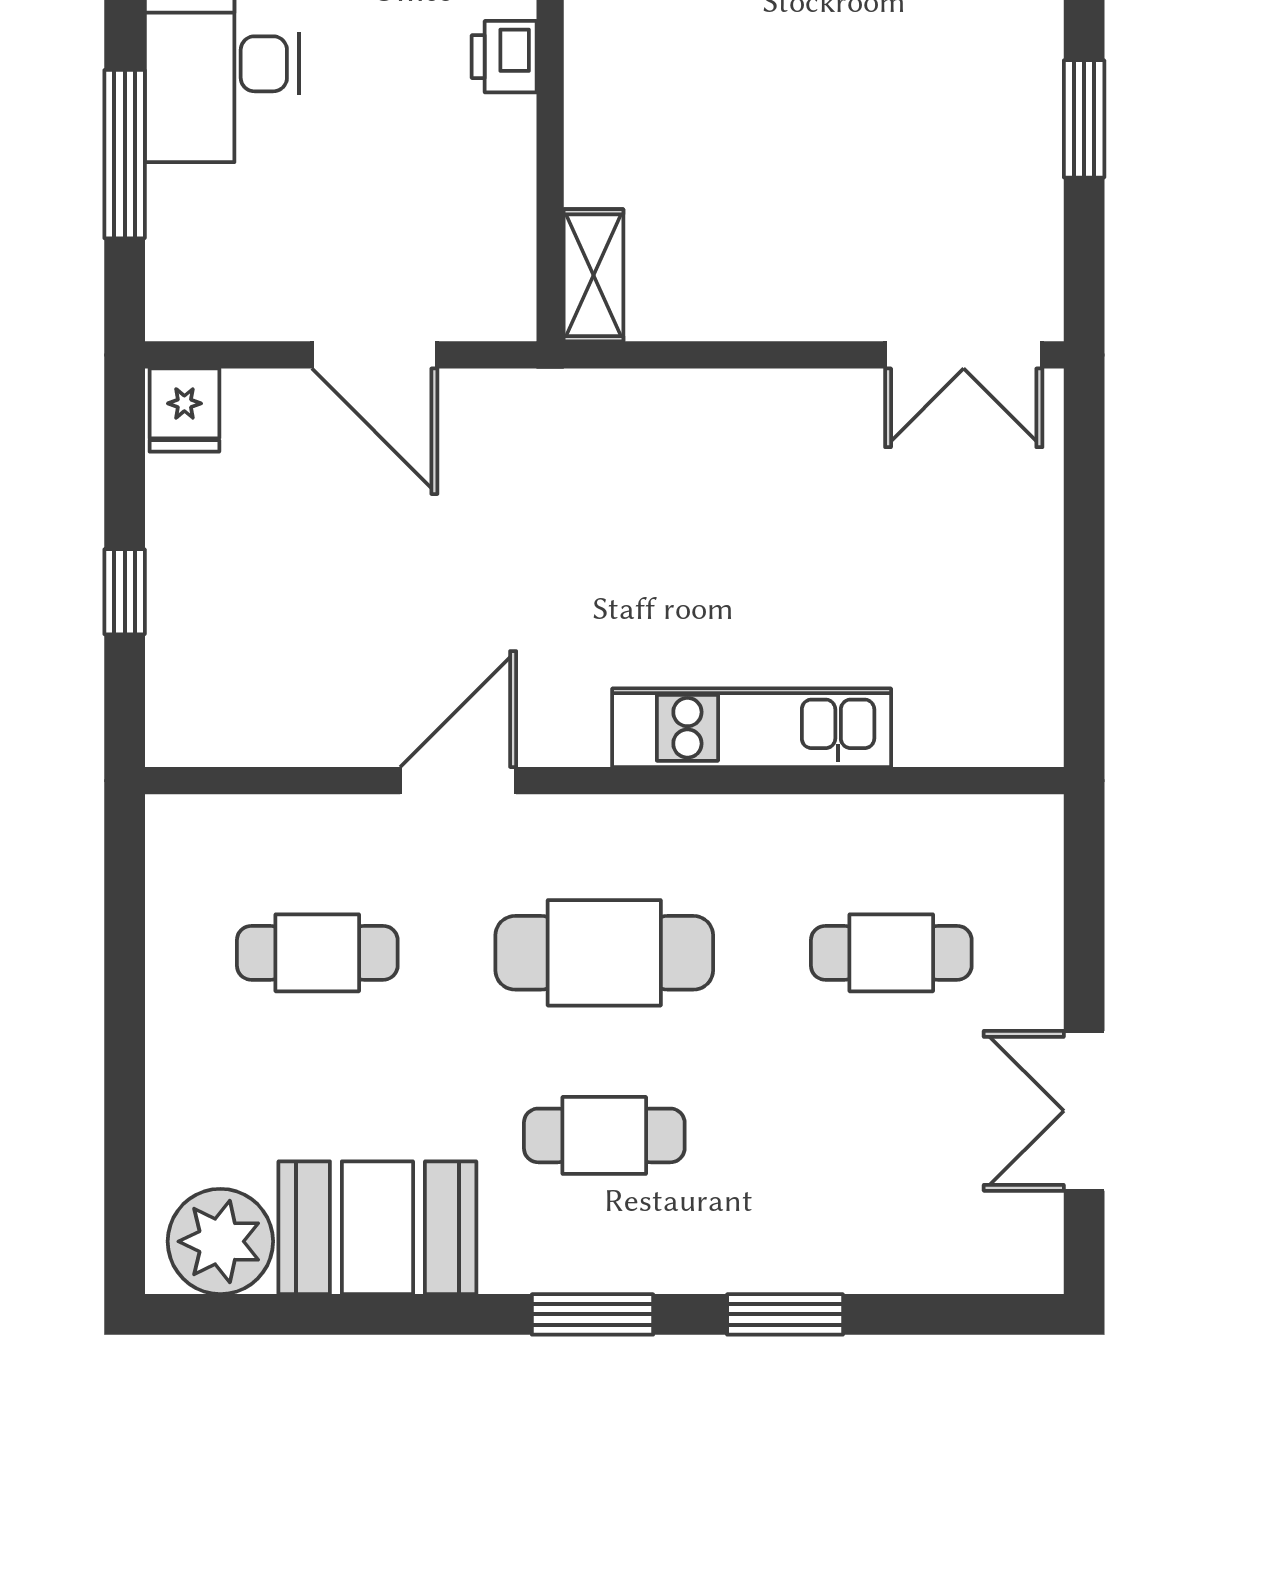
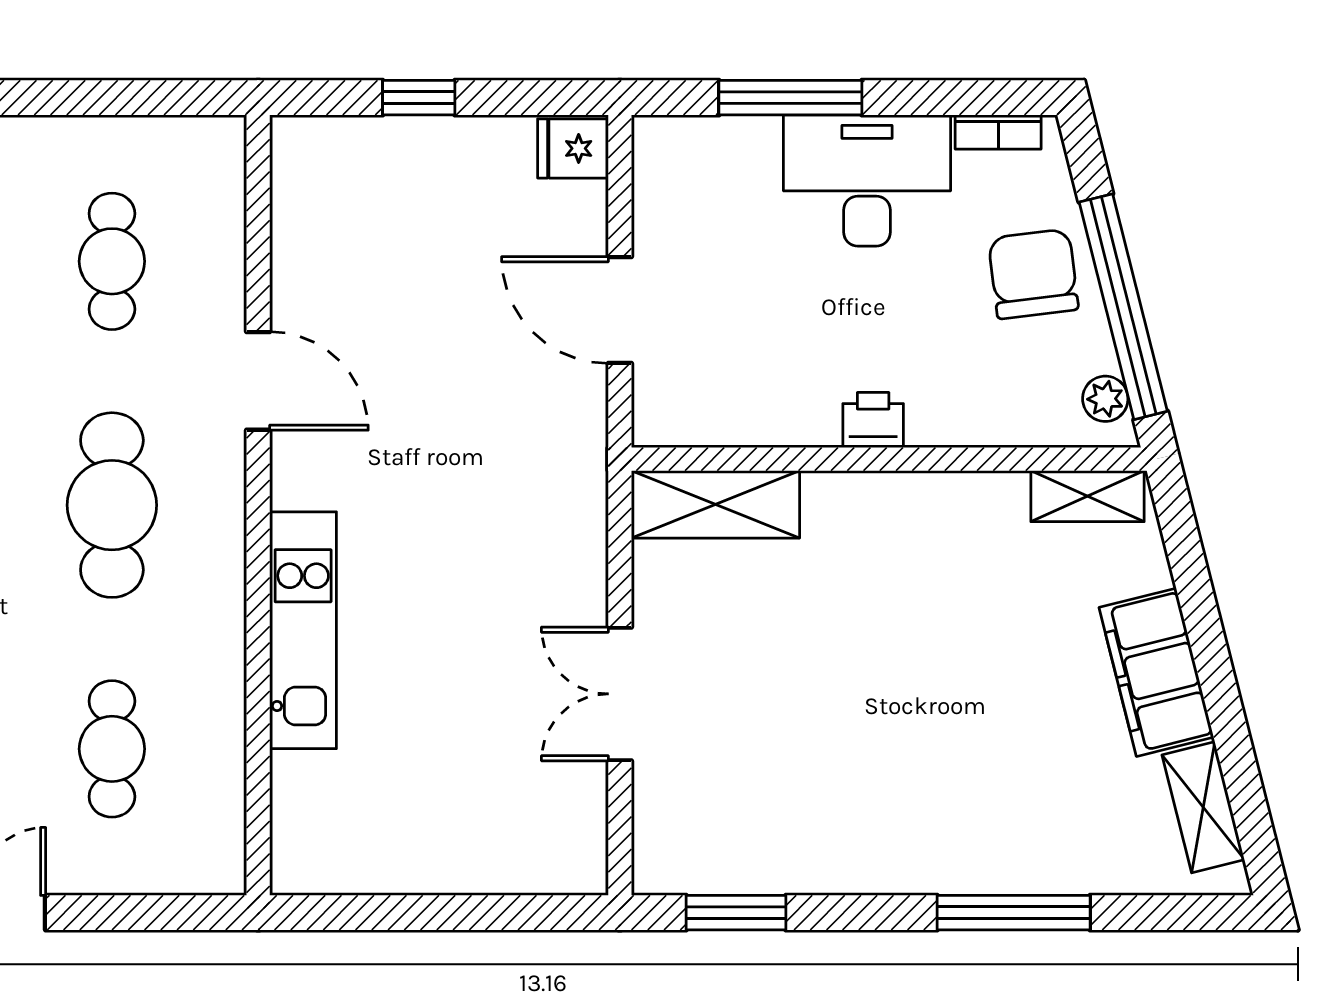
window: (1084, 119) -> (736, 913), moved
shelving: (593, 275) -> (716, 504), width x1.50, depth x1.33
door: (375, 355) -> (620, 310), hinge flipped
double door: (964, 355) -> (620, 694), moved

